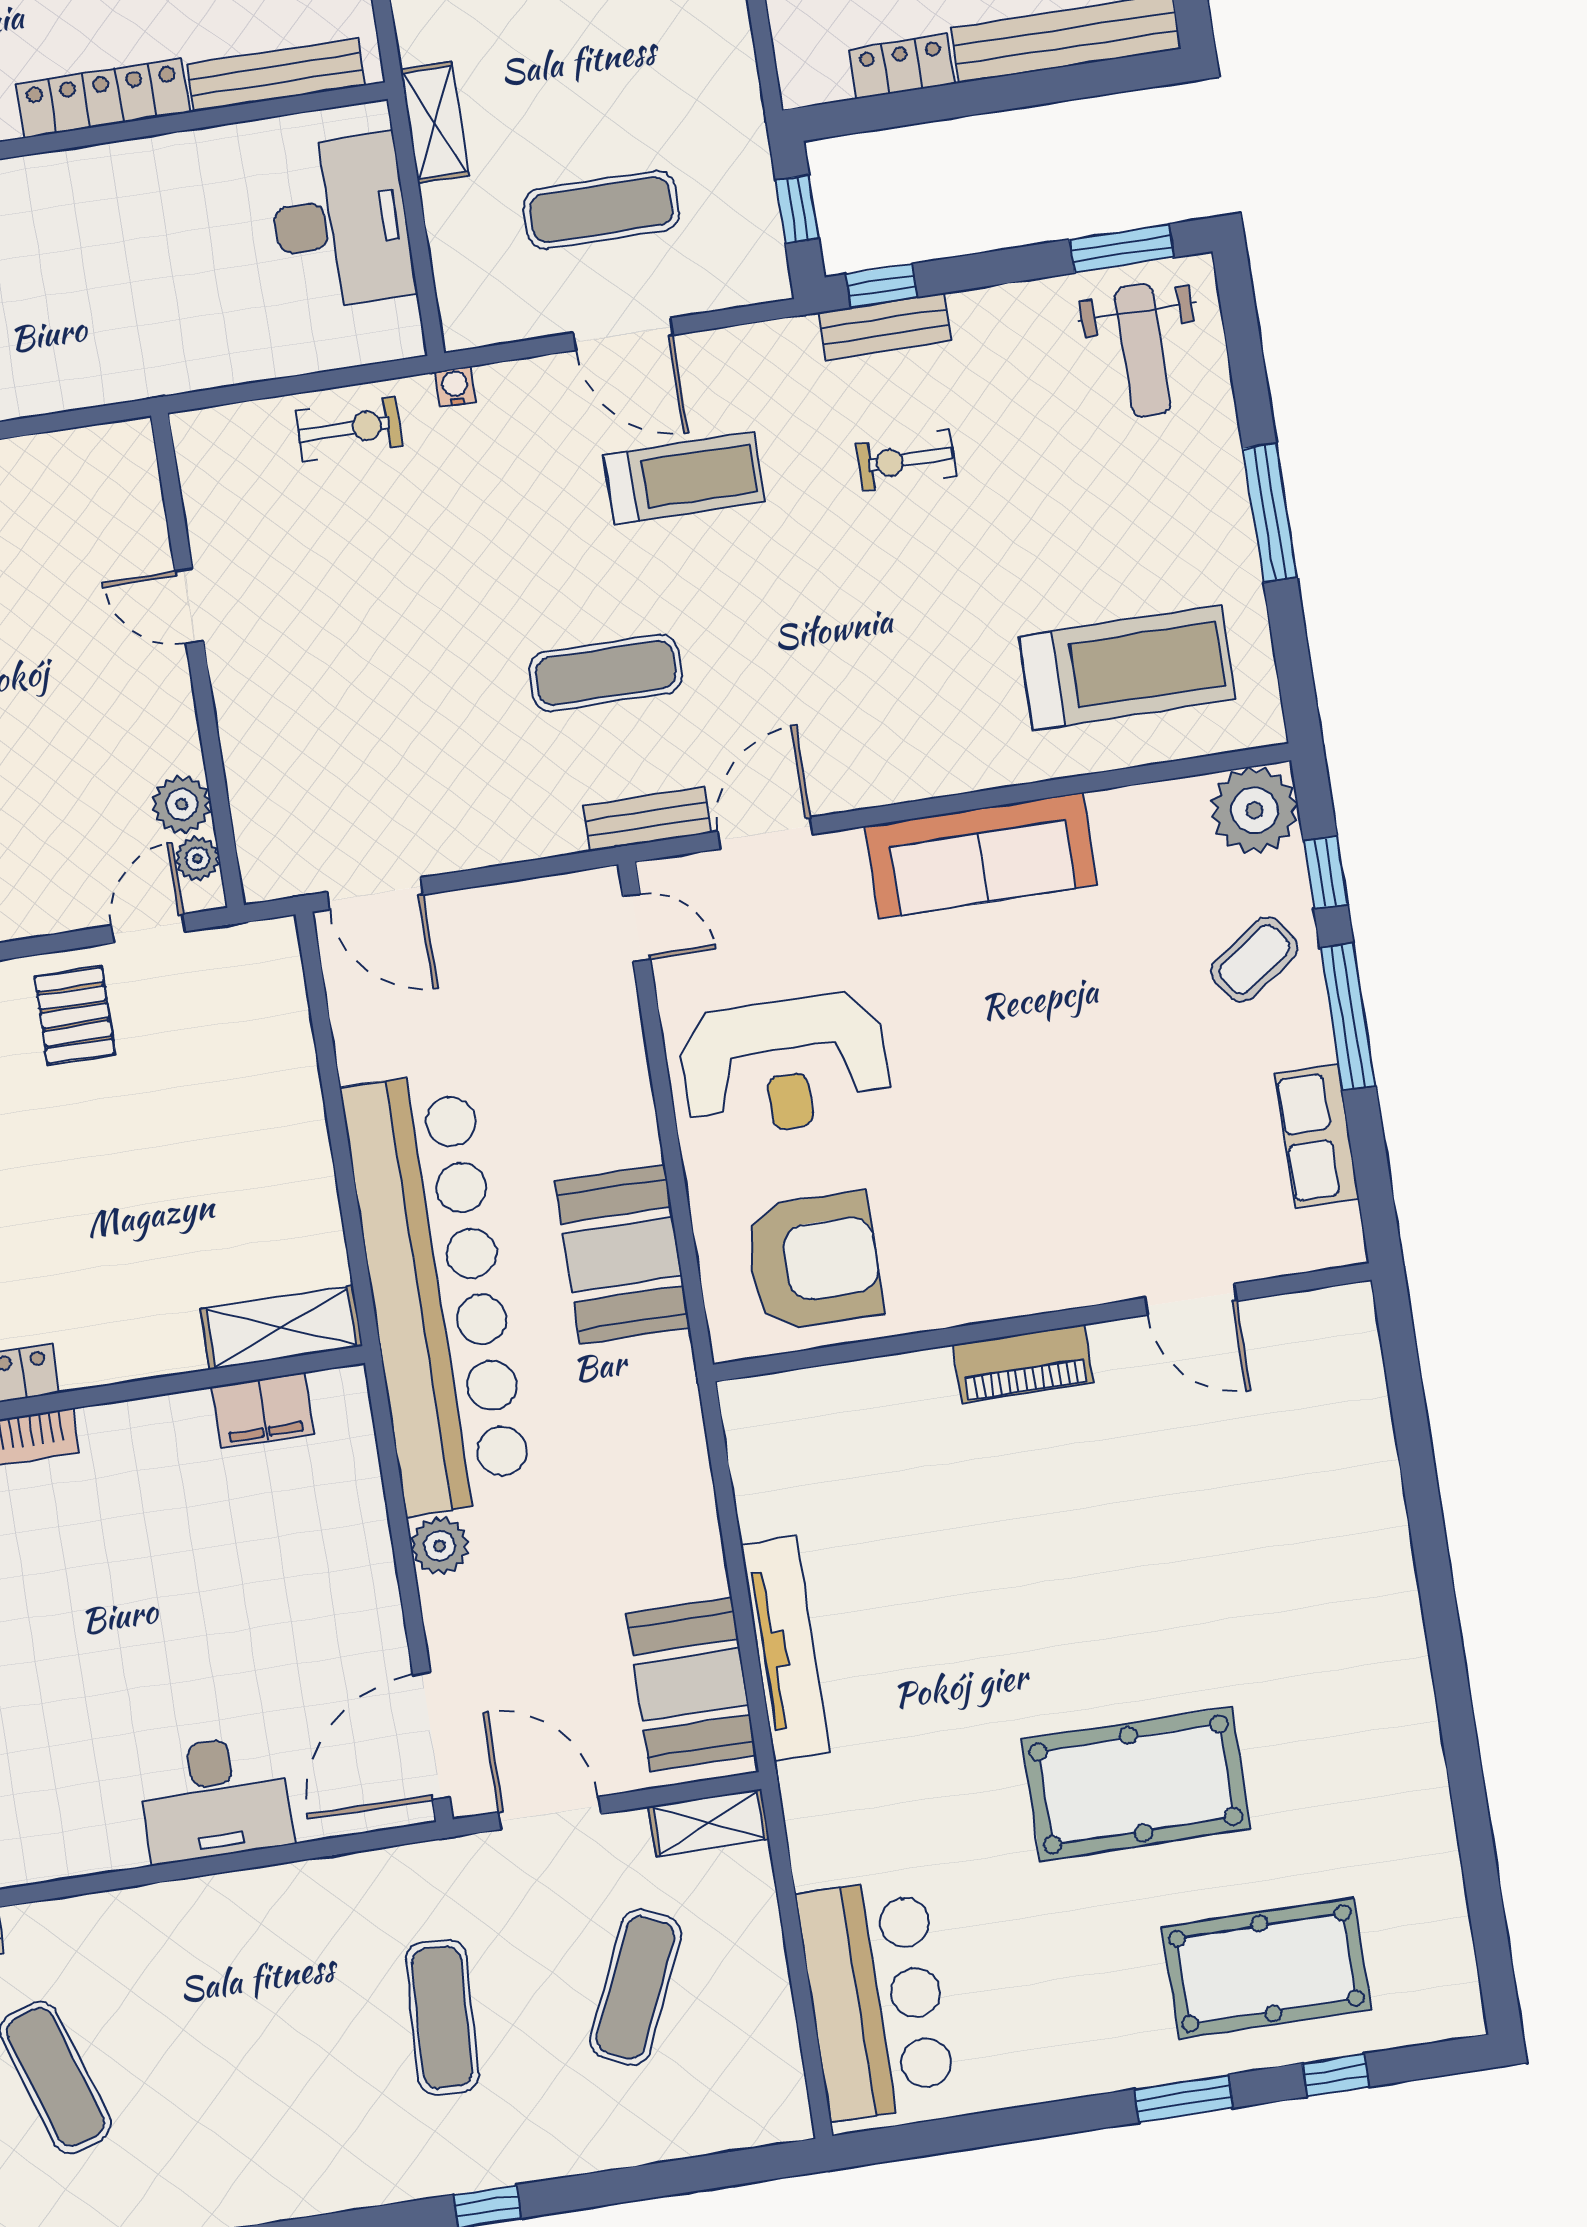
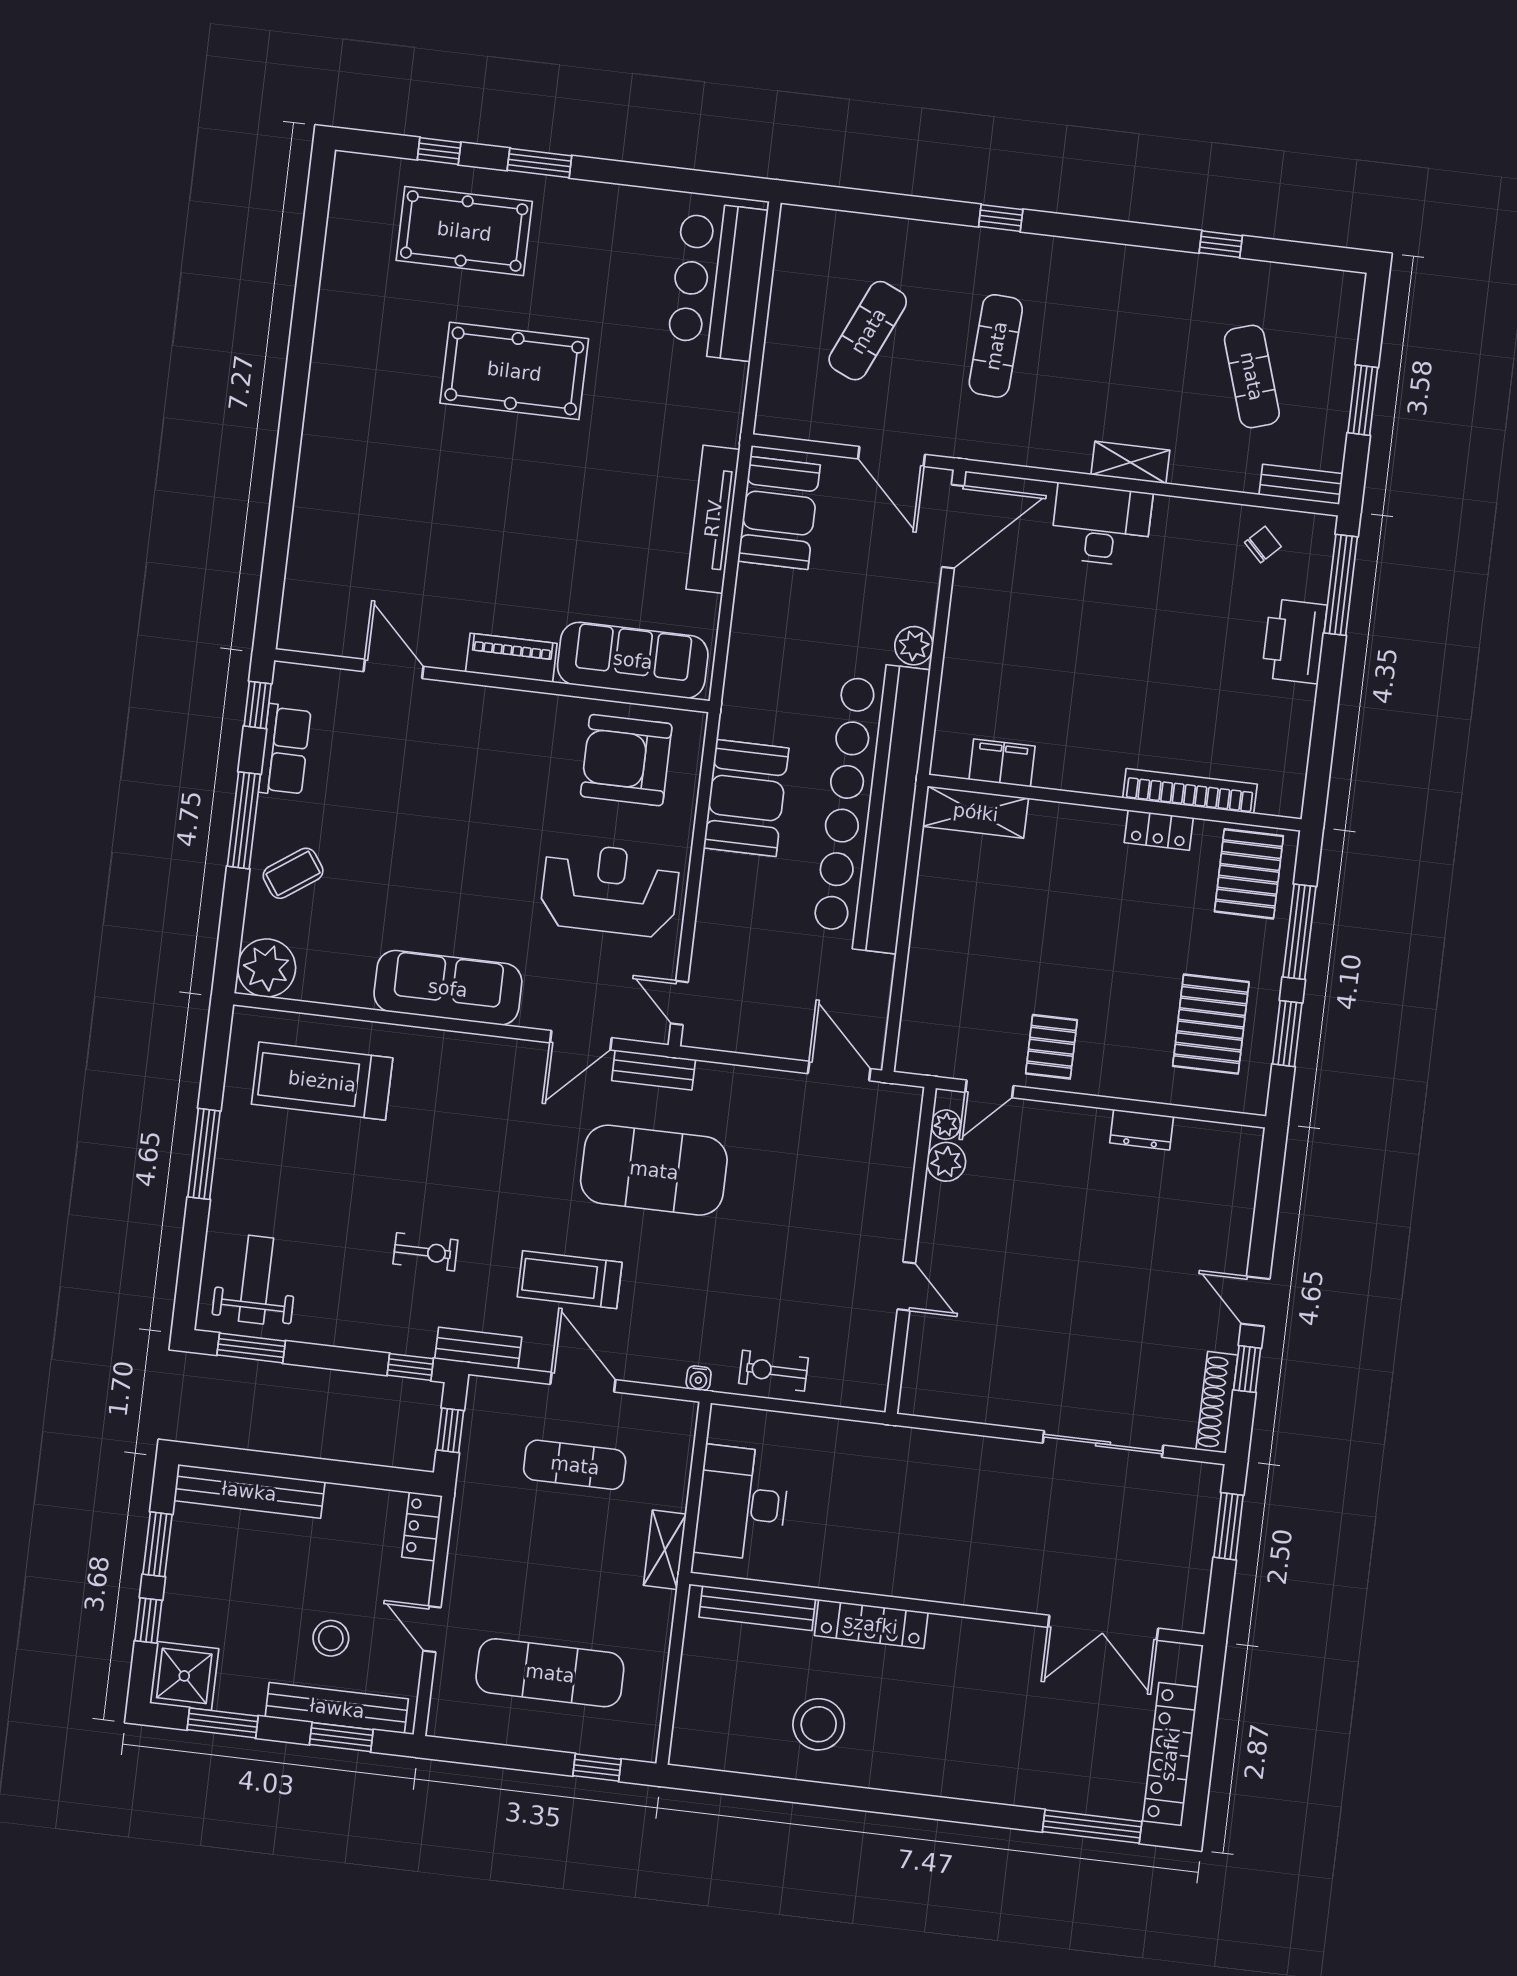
locker: (902, 67) -> (422, 1526), moved, turned 90
bench: (885, 326) -> (478, 1348), moved
exercise mat: (606, 673) -> (654, 1170), width x2.00, depth x1.45
window: (1326, 873) -> (258, 705), moved
sofa: (845, 1410) -> (633, 660), added
shelving: (709, 1823) -> (1130, 462), moved

